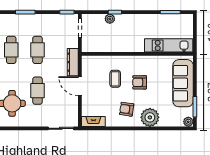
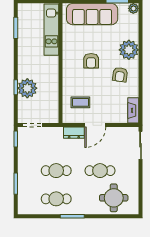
plant: (110, 19) -> (27, 88), width x1.88, depth x1.88
dresser: (73, 62) -> (74, 133), width x0.70
coffee table: (115, 79) -> (80, 102), moved

